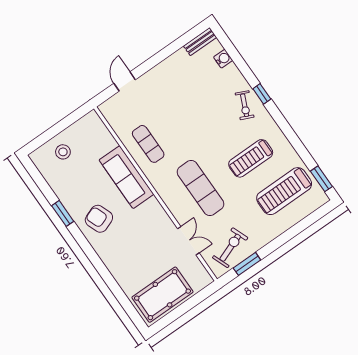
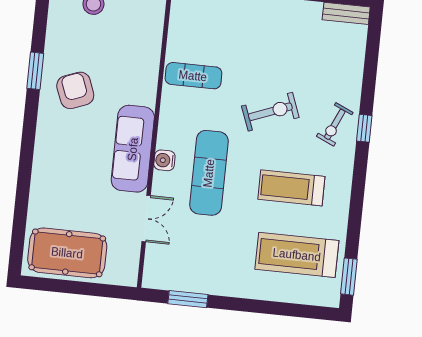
water cooler: (223, 59) -> (164, 160), moved, turned 180
exercise mat: (148, 144) -> (193, 76), turned 90
sofa: (126, 177) -> (133, 149), moved
armchair: (99, 219) -> (75, 90), moved
exercise bike: (230, 248) -> (270, 112), moved

